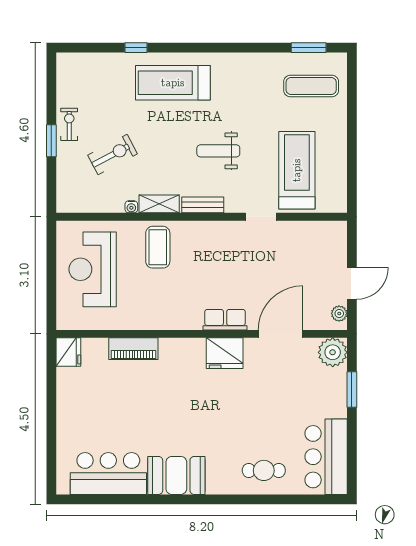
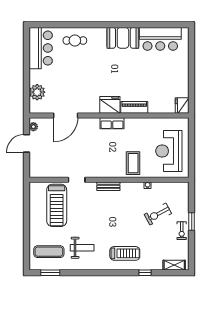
treadmill: (173, 83) -> (125, 253), width x0.73, depth x0.73
weight bench: (218, 151) -> (82, 248), moved
shelving: (159, 204) -> (174, 265), moved
reception desk: (93, 269) -> (169, 151), turned 180
row of seats: (225, 320) -> (112, 123), moved
piano: (133, 349) -> (134, 107), moved
plant: (333, 352) -> (37, 92), moved
fridge: (225, 353) -> (110, 105), moved
window: (352, 389) -> (27, 85), removed

